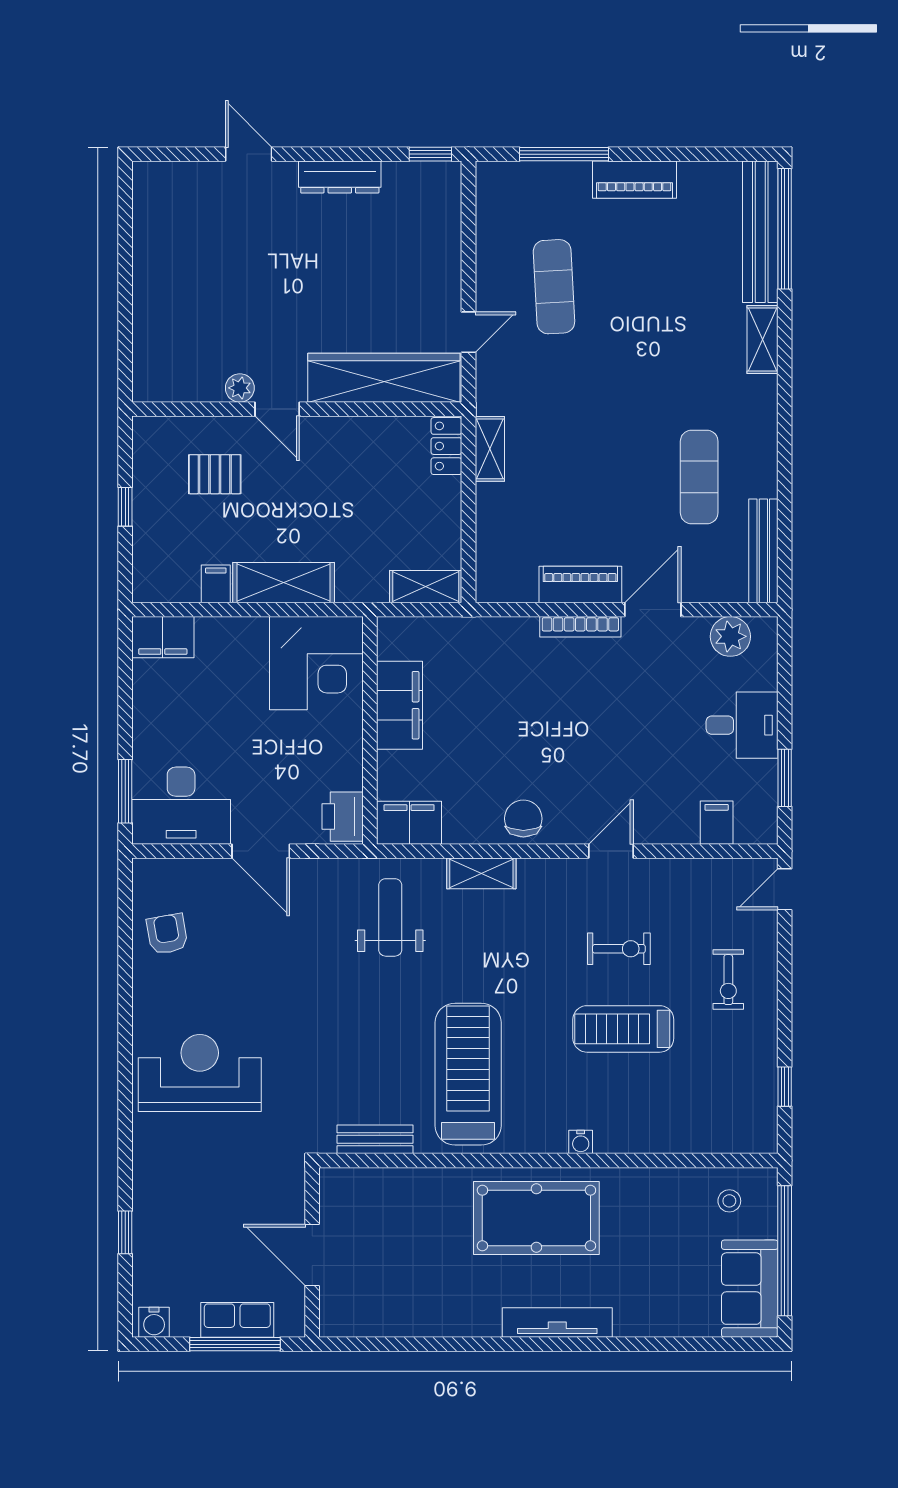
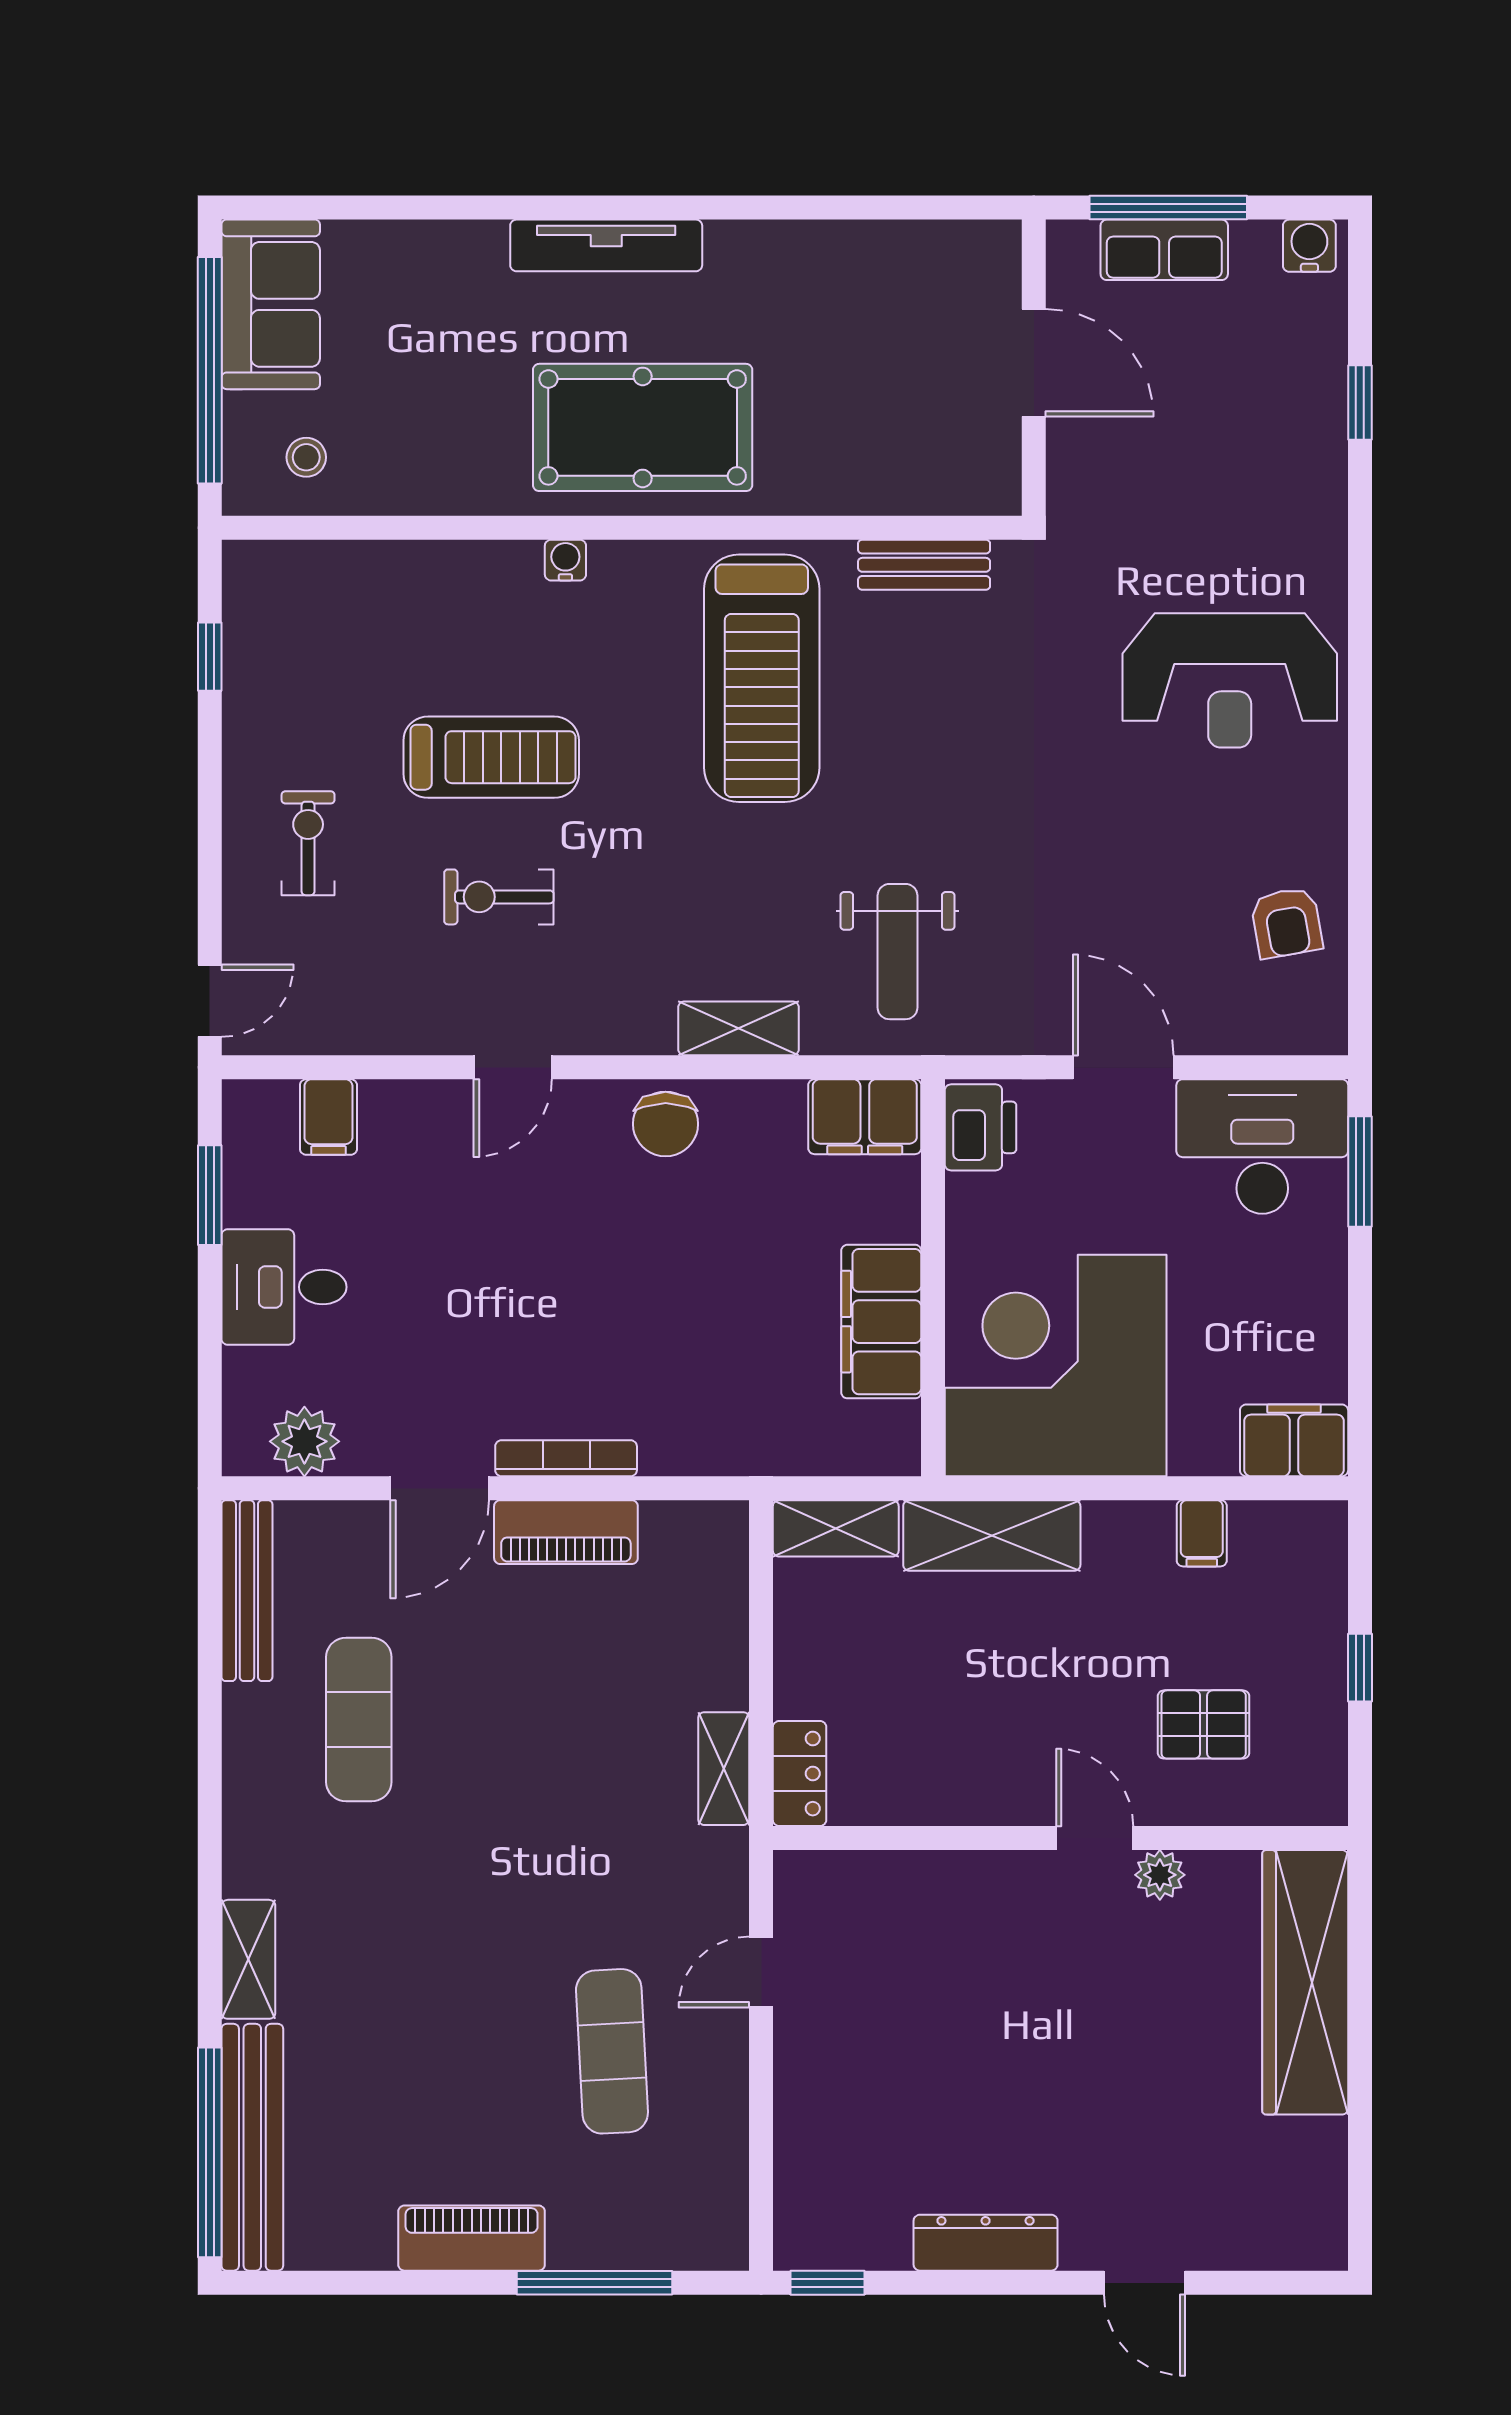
wardrobe: (384, 378) -> (1305, 1982), moved, turned 90
shelving: (284, 583) -> (992, 1535), moved
corner desk: (316, 663) -> (1056, 1366), width x1.36, depth x1.36

